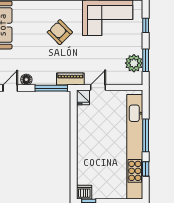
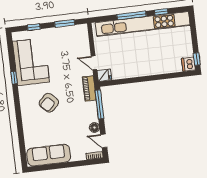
plant: (134, 63) -> (69, 34), removed

